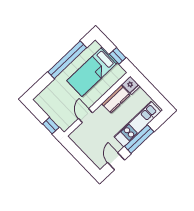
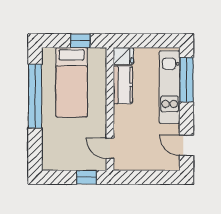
door: (85, 116) -> (110, 148), moved
window: (139, 139) -> (186, 80), moved

